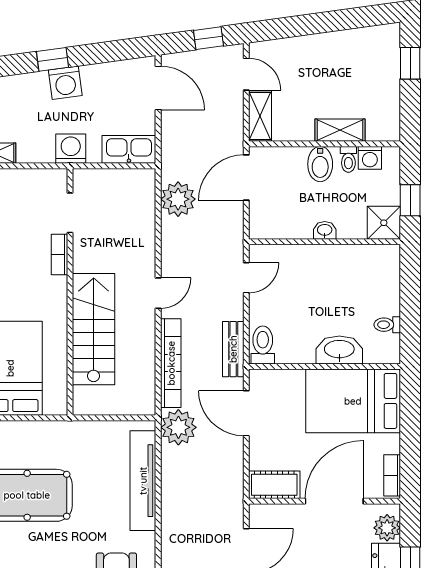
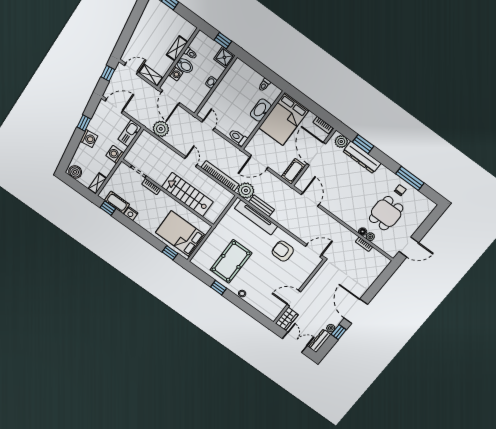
window: (52, 59) -> (84, 123), moved
washing machine: (370, 158) -> (176, 74), moved
bench: (233, 349) -> (262, 206), moved

